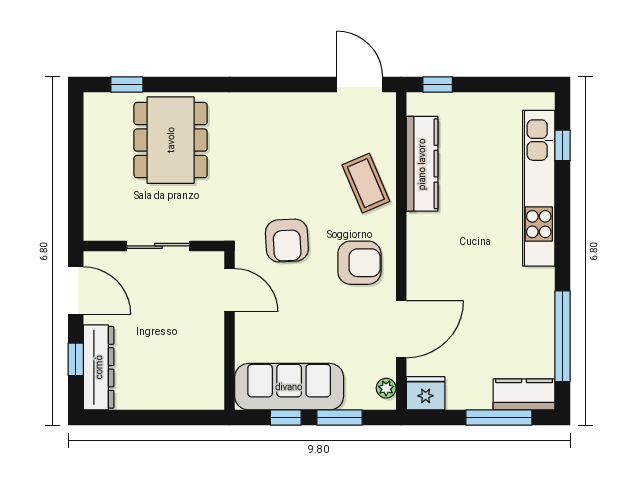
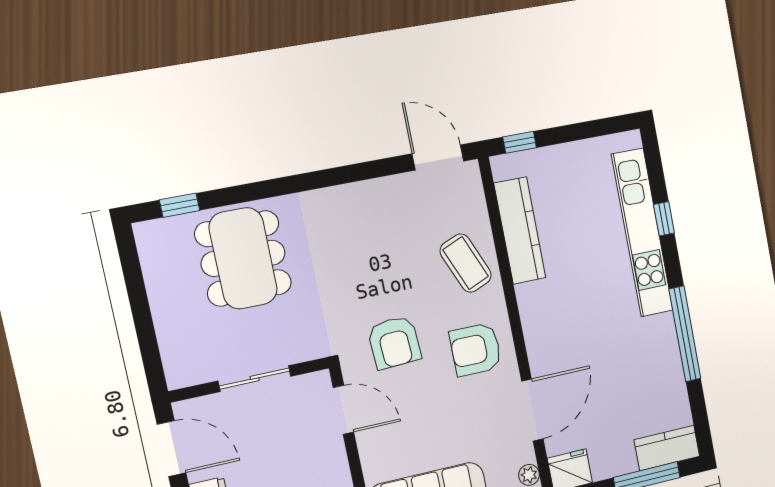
window: (563, 145) -> (664, 219), moved
armchair: (359, 263) -> (476, 350), turned 180
window: (563, 336) -> (685, 334), moved

